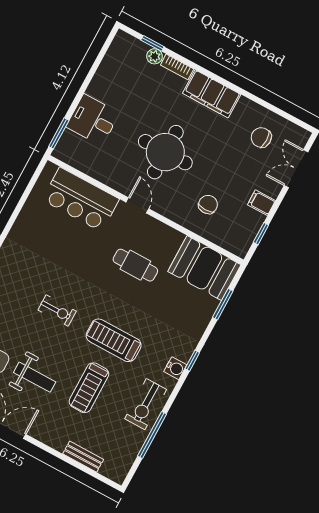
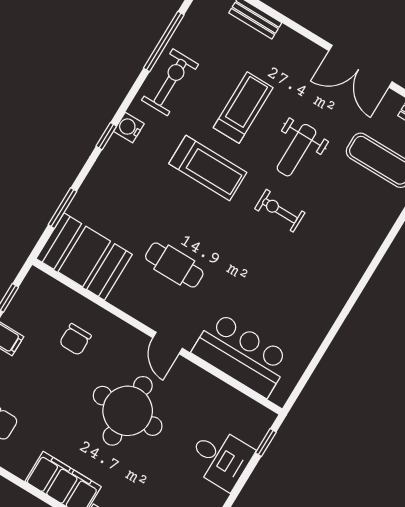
window: (59, 133) -> (266, 442), width x0.67
weight bench: (35, 377) -> (297, 150), moved, turned -90

